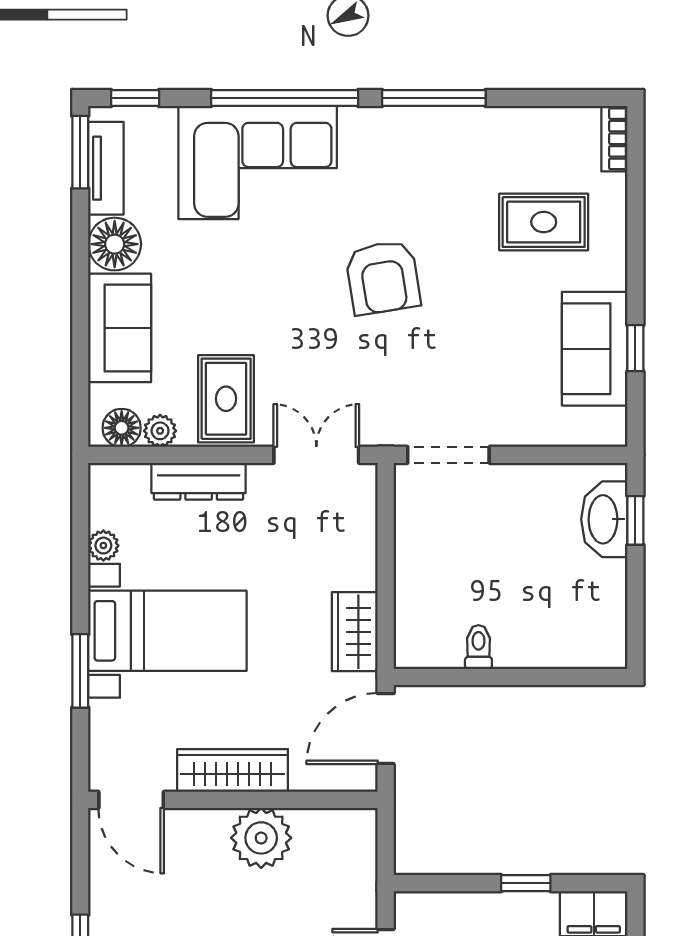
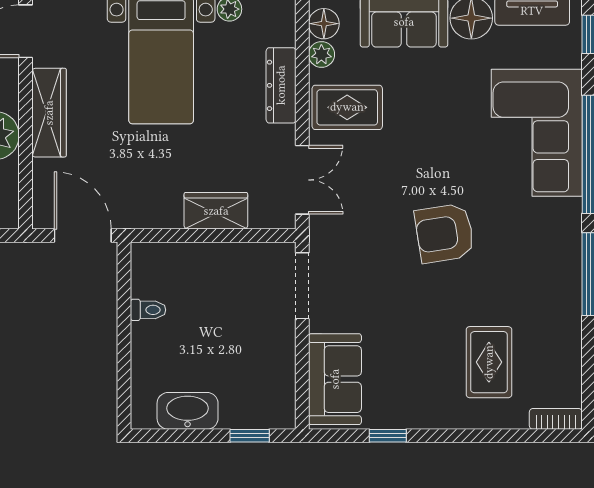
sofa: (595, 349) -> (335, 379), moved, turned 90
washbasin: (604, 519) -> (188, 411), moved
wardrobe: (355, 632) -> (216, 211), moved

